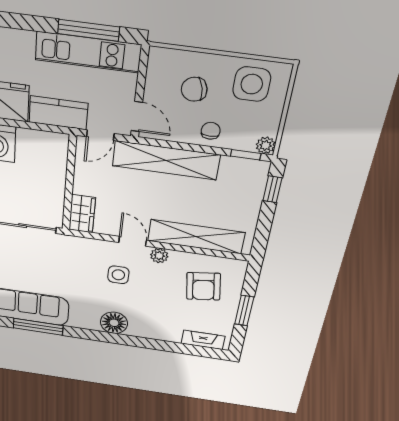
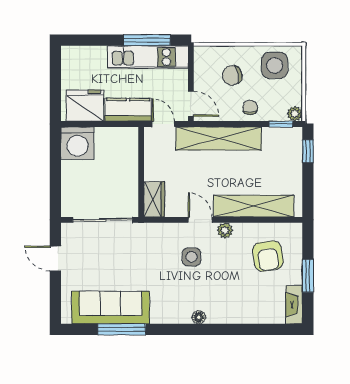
door: (100, 135) -> (163, 124), swing flipped
floor lamp: (114, 323) -> (199, 317), width x0.53, depth x0.53
fireplace: (203, 340) -> (294, 305), moved, turned -90

